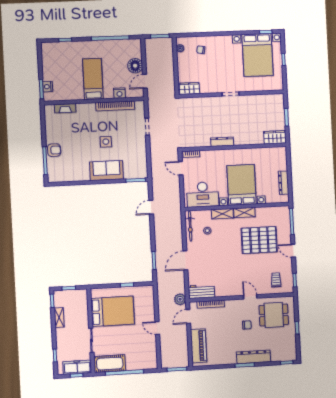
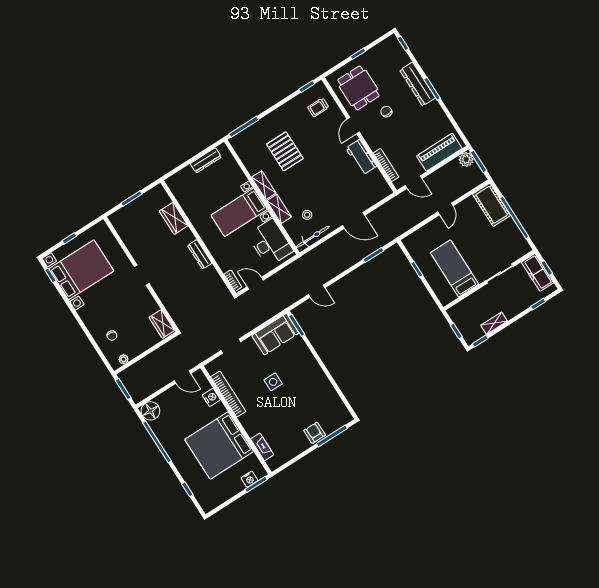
floor lamp: (135, 66) -> (150, 411), moved
bed: (93, 79) -> (219, 445), width x2.04
wardrobe: (275, 137) -> (174, 218), moved
door: (181, 168) -> (255, 283), swing flipped
sofa: (106, 171) -> (275, 334), moved, turned -90
bed with nightstands: (242, 185) -> (239, 212), width x0.73
pallet: (259, 240) -> (285, 151), width x0.73, depth x0.71
door: (293, 251) -> (275, 107), removed
workbench: (202, 291) -> (361, 157), moved
plant: (180, 299) -> (466, 159), moved
bed: (113, 311) -> (455, 268), width x0.67
cot: (110, 364) -> (492, 205), moved

